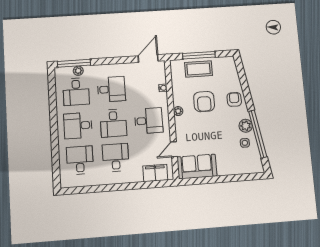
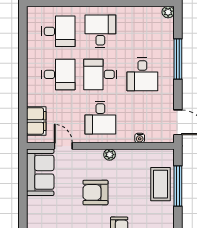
window: (74, 63) -> (178, 59), moved
plant: (78, 71) -> (168, 12), moved
desk: (76, 92) -> (142, 31), removed
armchair: (204, 102) -> (95, 192), moved

